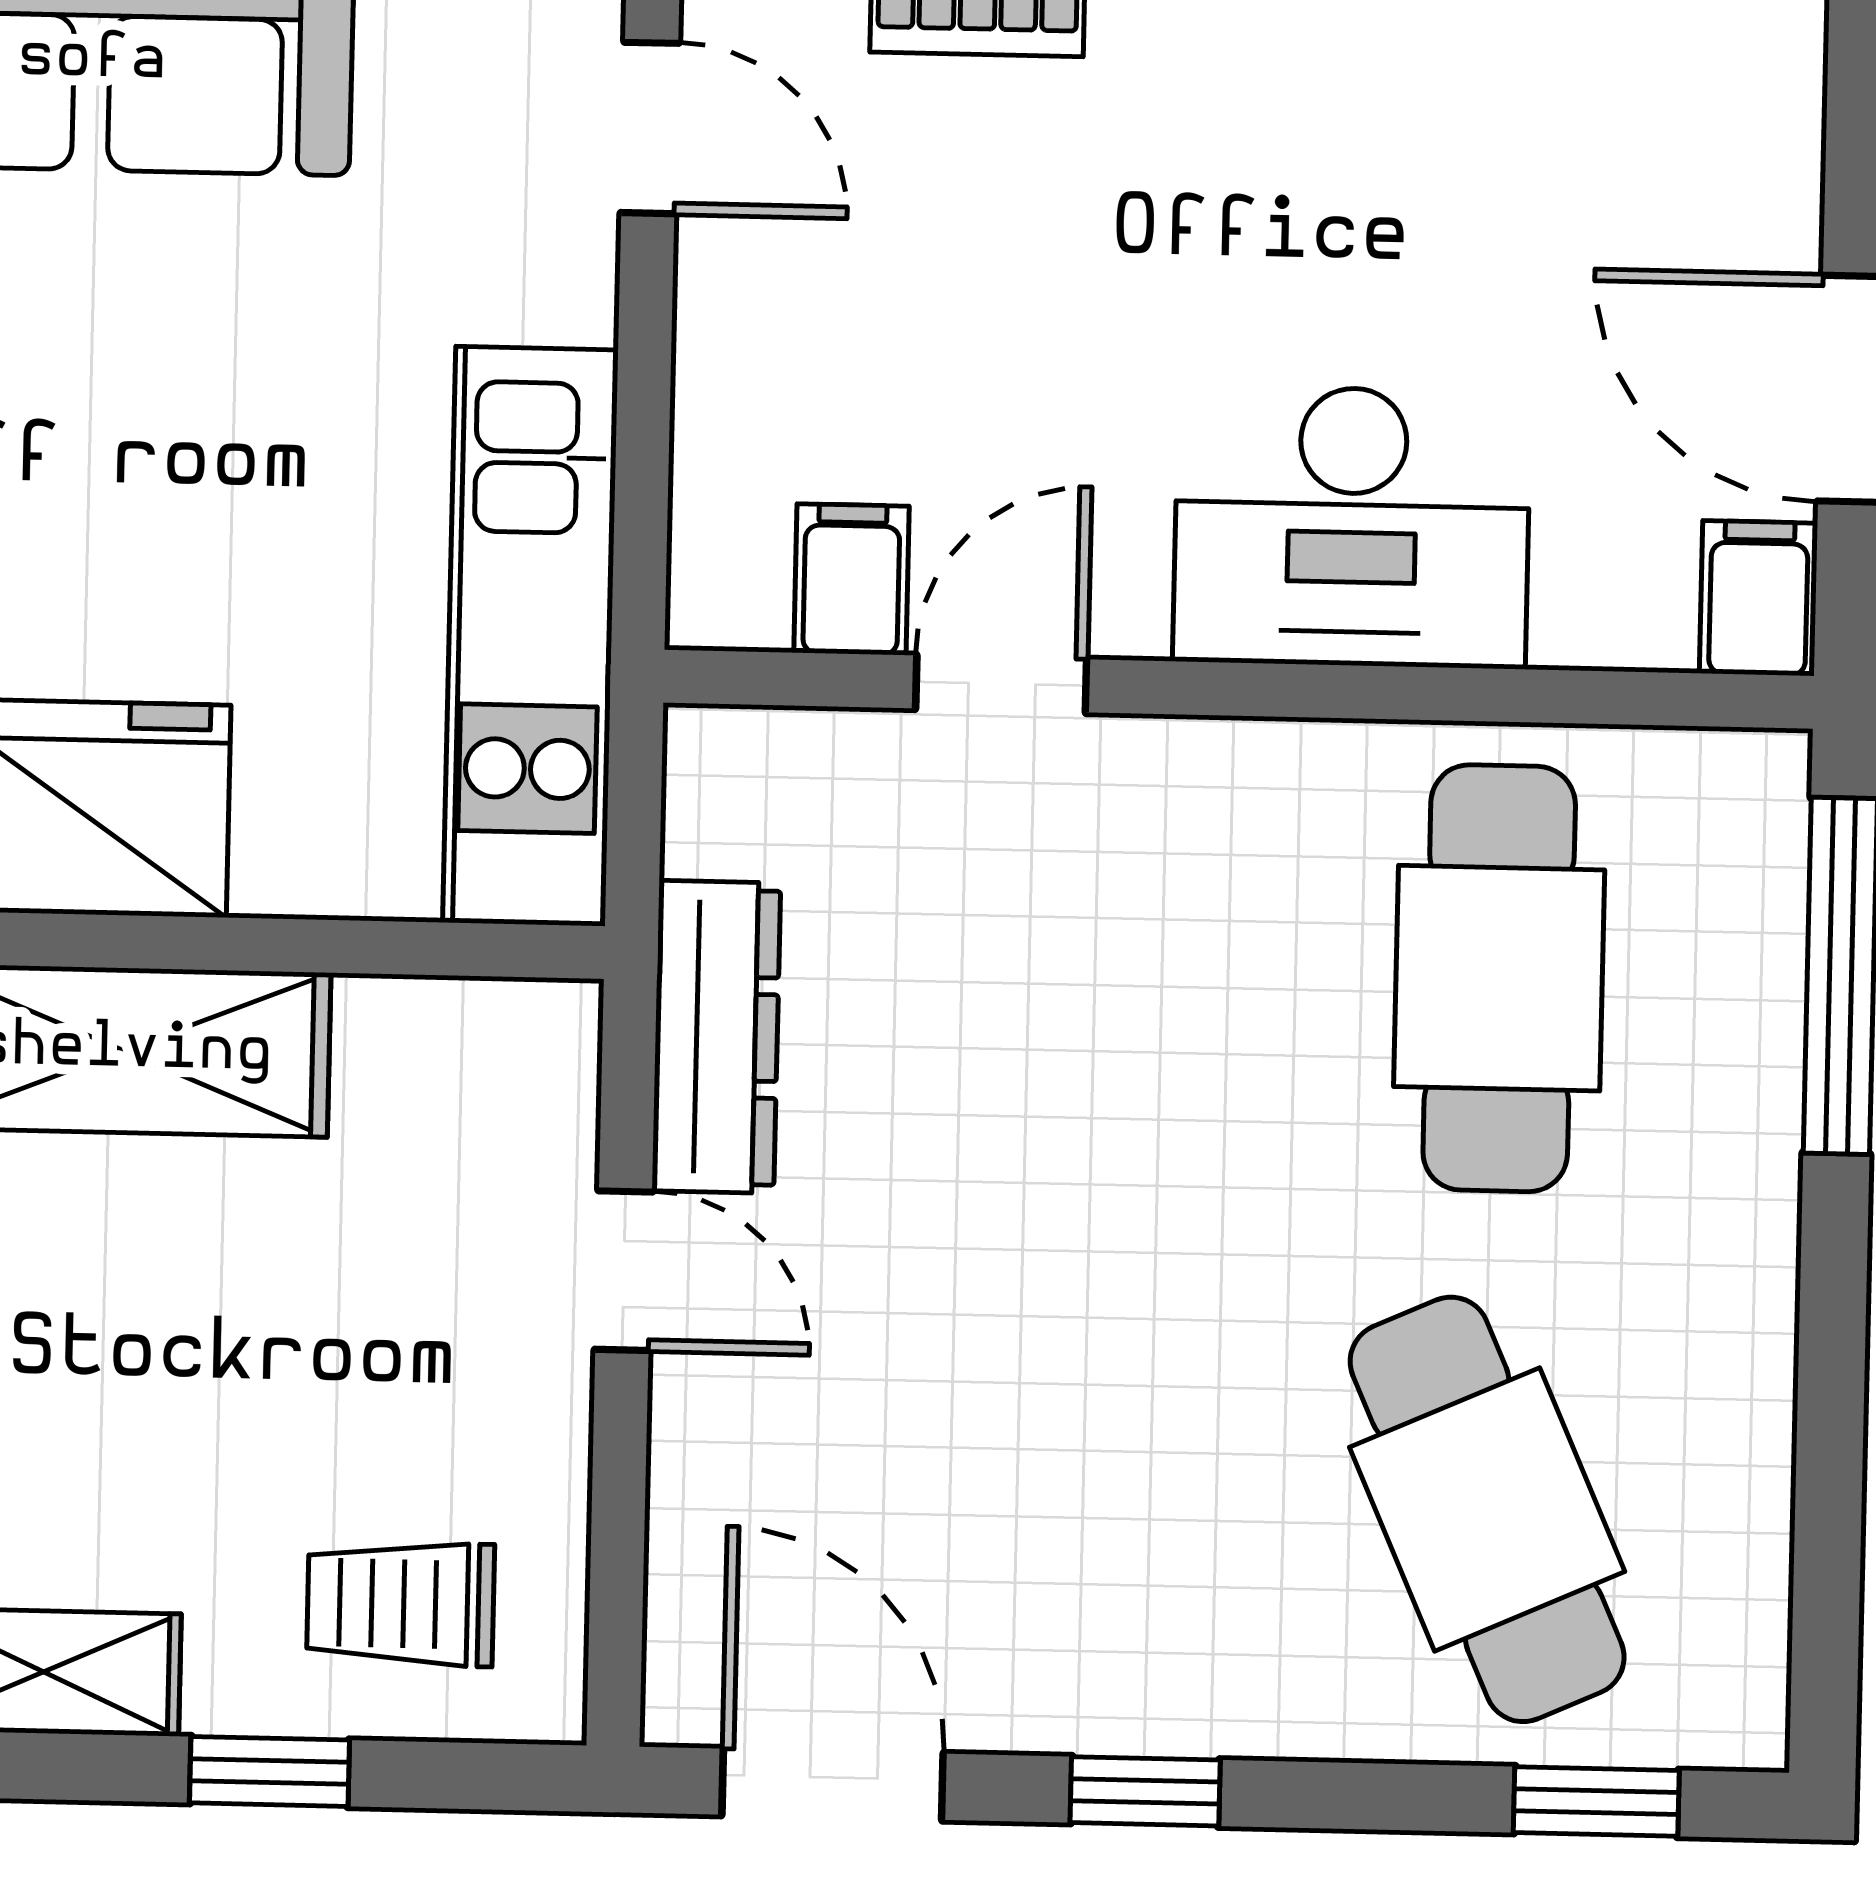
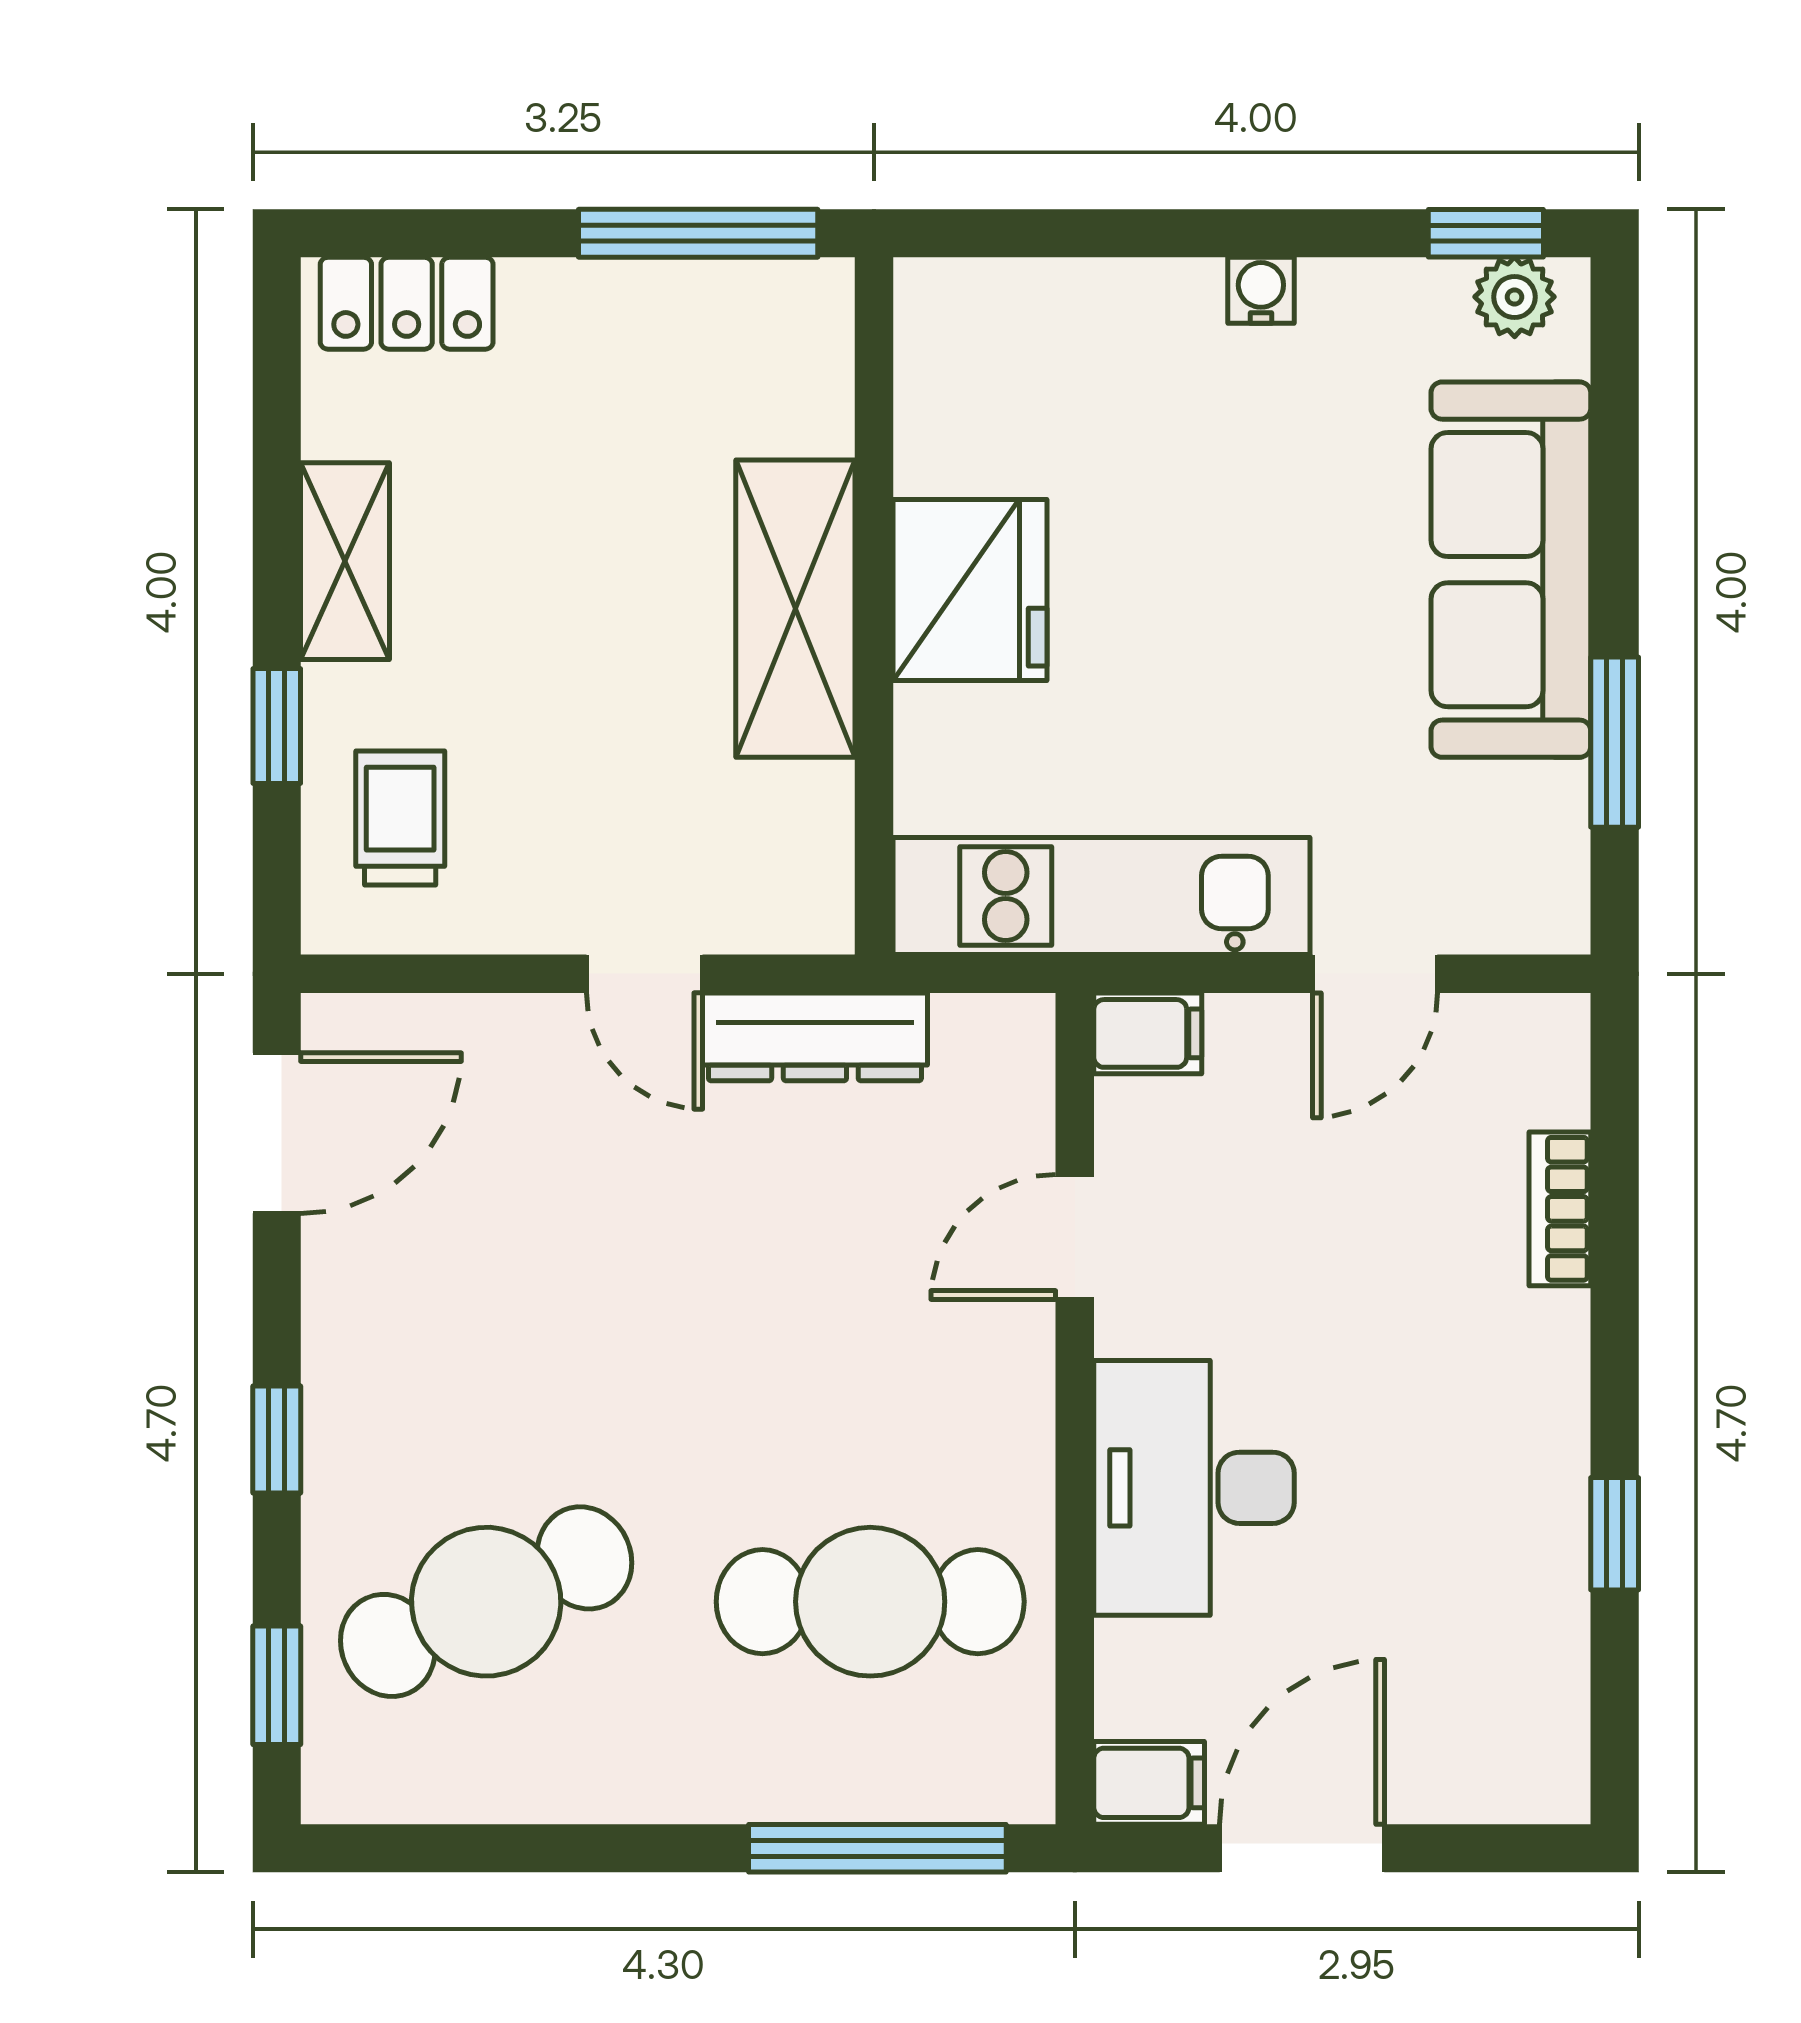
door: (650, 128) -> (1375, 974), moved
filing cabinet: (852, 579) -> (1148, 1033), moved
door: (1001, 684) -> (1075, 1237), swing flipped
door: (624, 1271) -> (644, 974), hinge flipped
window: (1145, 1791) -> (277, 1439), moved

